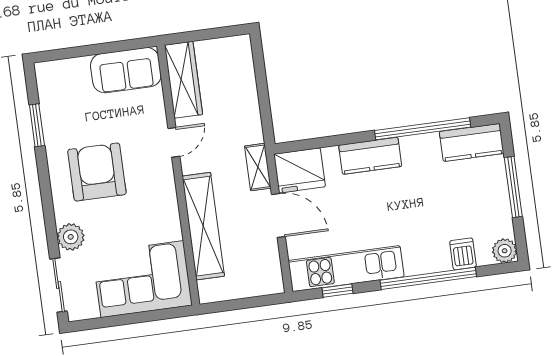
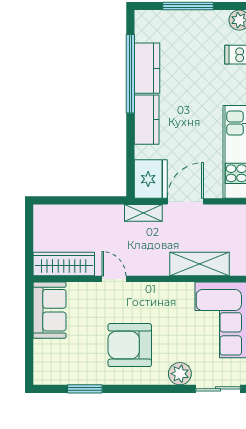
kitchen counter: (472, 142) -> (147, 68), moved
shelving: (203, 226) -> (200, 264), width x0.68

